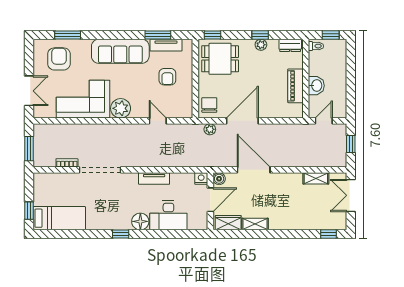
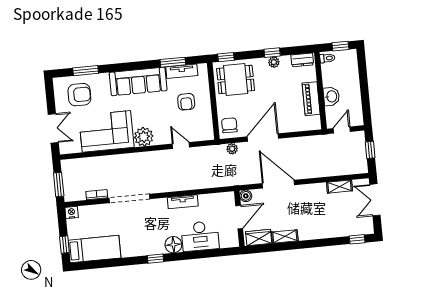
armchair: (59, 59) -> (79, 95), turned 90
nightstand: (201, 179) -> (72, 212), moved

